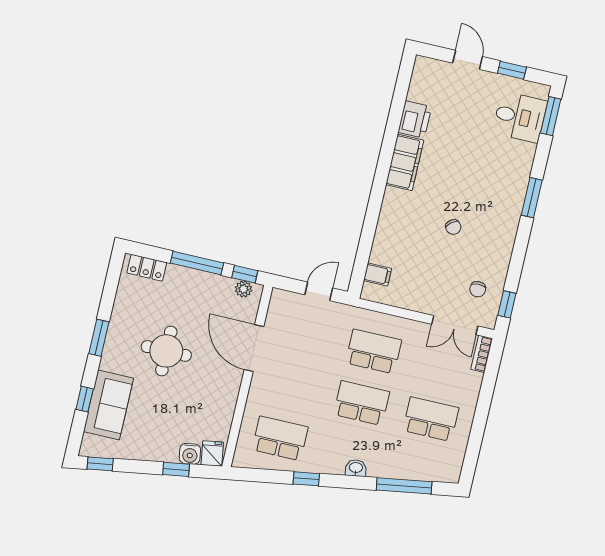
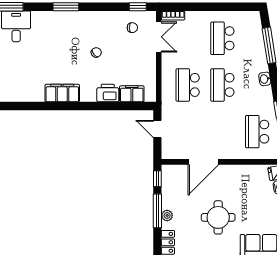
printer: (415, 119) -> (108, 93), moved
filing cabinet: (377, 275) -> (132, 94), width x2.00
plant: (243, 289) -> (167, 215), moved

